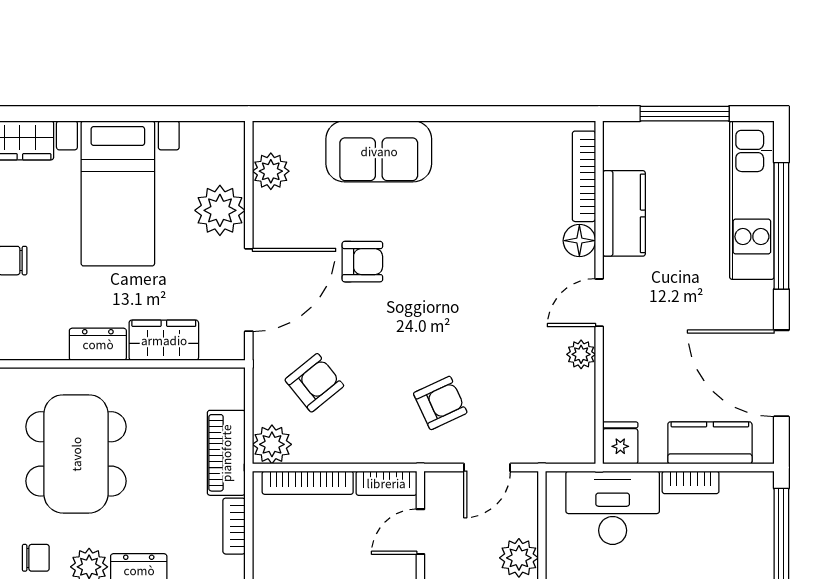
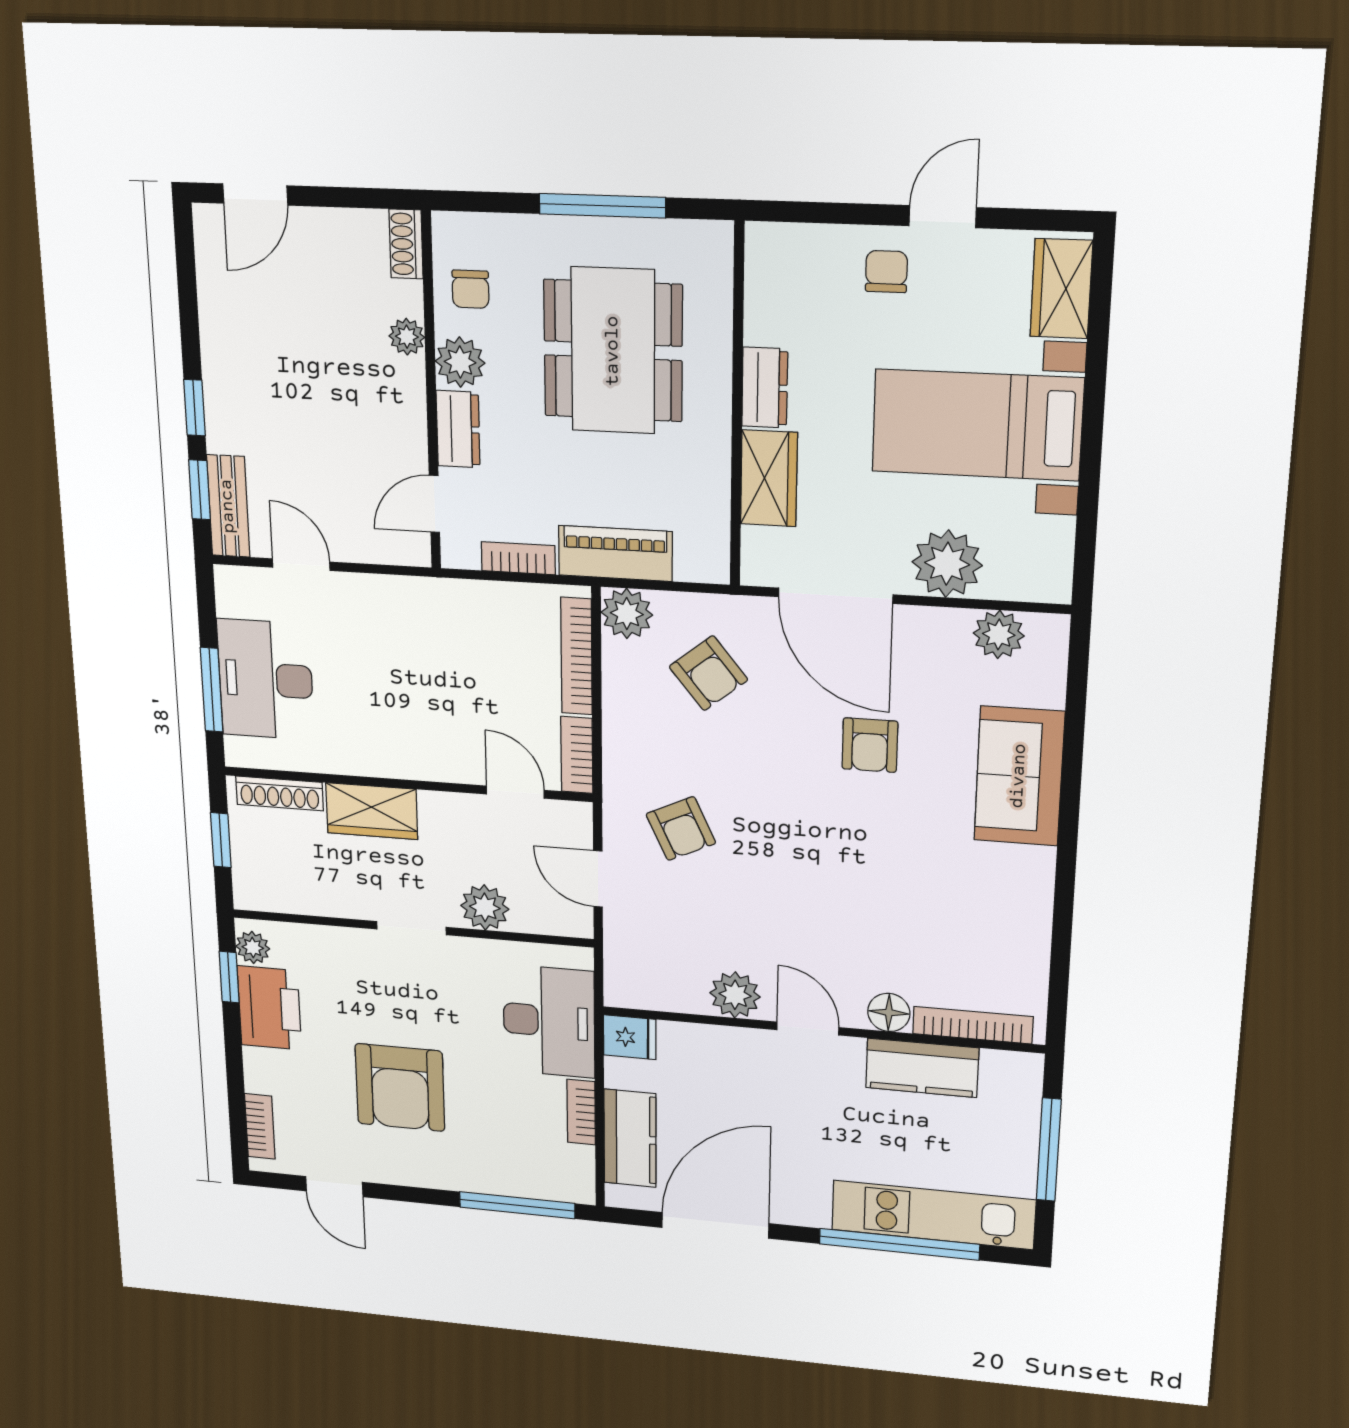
plant: (581, 354) -> (735, 995), width x1.38, depth x1.38
dining table: (76, 454) -> (613, 351), turned 90

